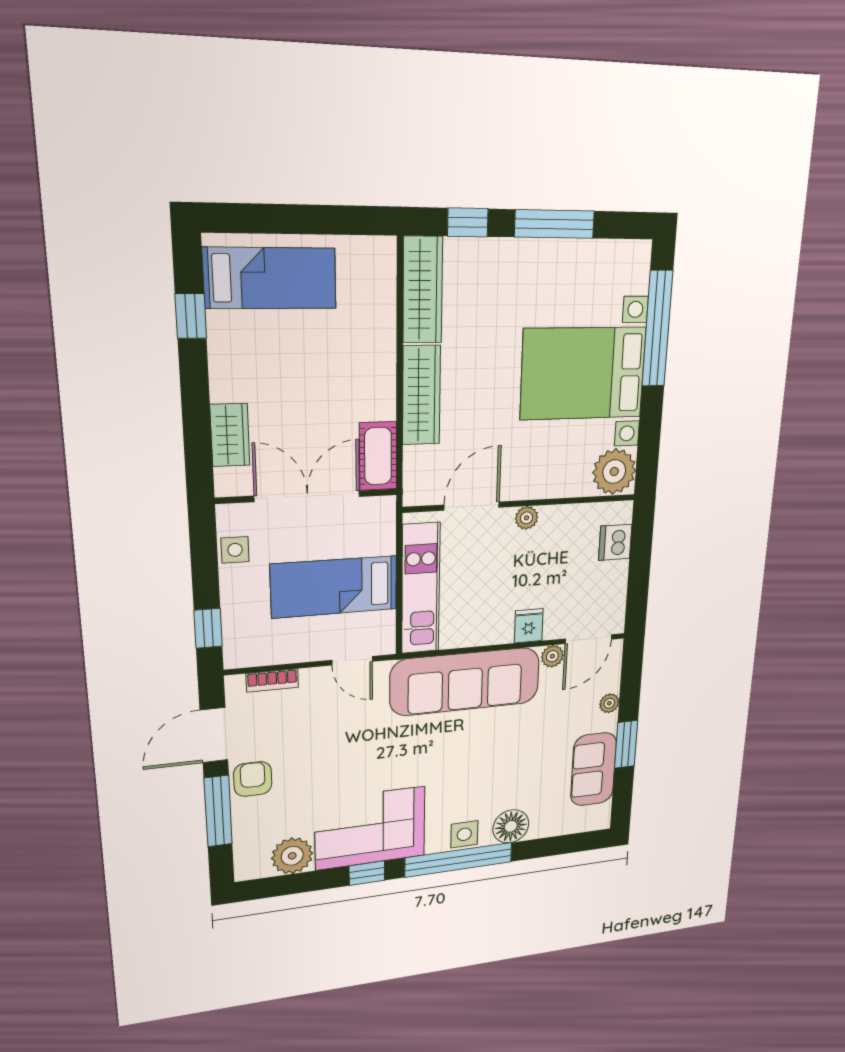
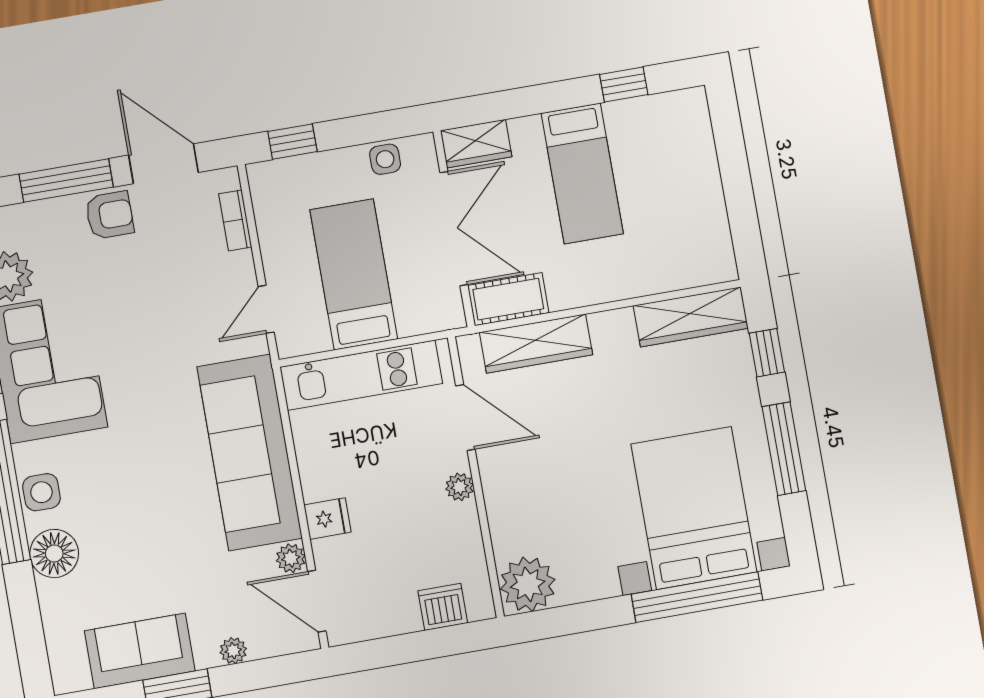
bed: (270, 278) -> (582, 173), moved
bed with nightstands: (583, 373) -> (694, 508), moved
wardrobe: (421, 395) -> (536, 343), moved
wardrobe: (230, 435) -> (476, 144), moved

